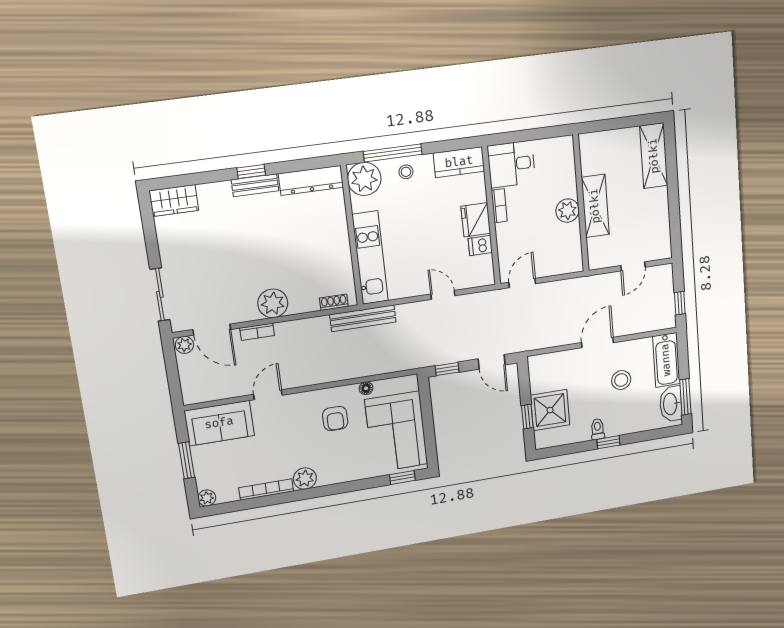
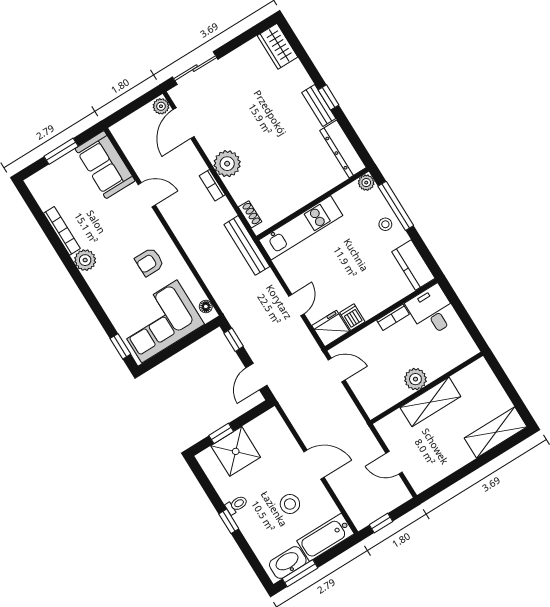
plant: (364, 179) -> (366, 183), width x0.53, depth x0.53
fridge: (476, 220) -> (331, 328), moved
bookcase: (257, 332) -> (212, 185), moved
floor lamp: (366, 388) -> (206, 307), moved
plant: (207, 498) -> (34, 183), removed

